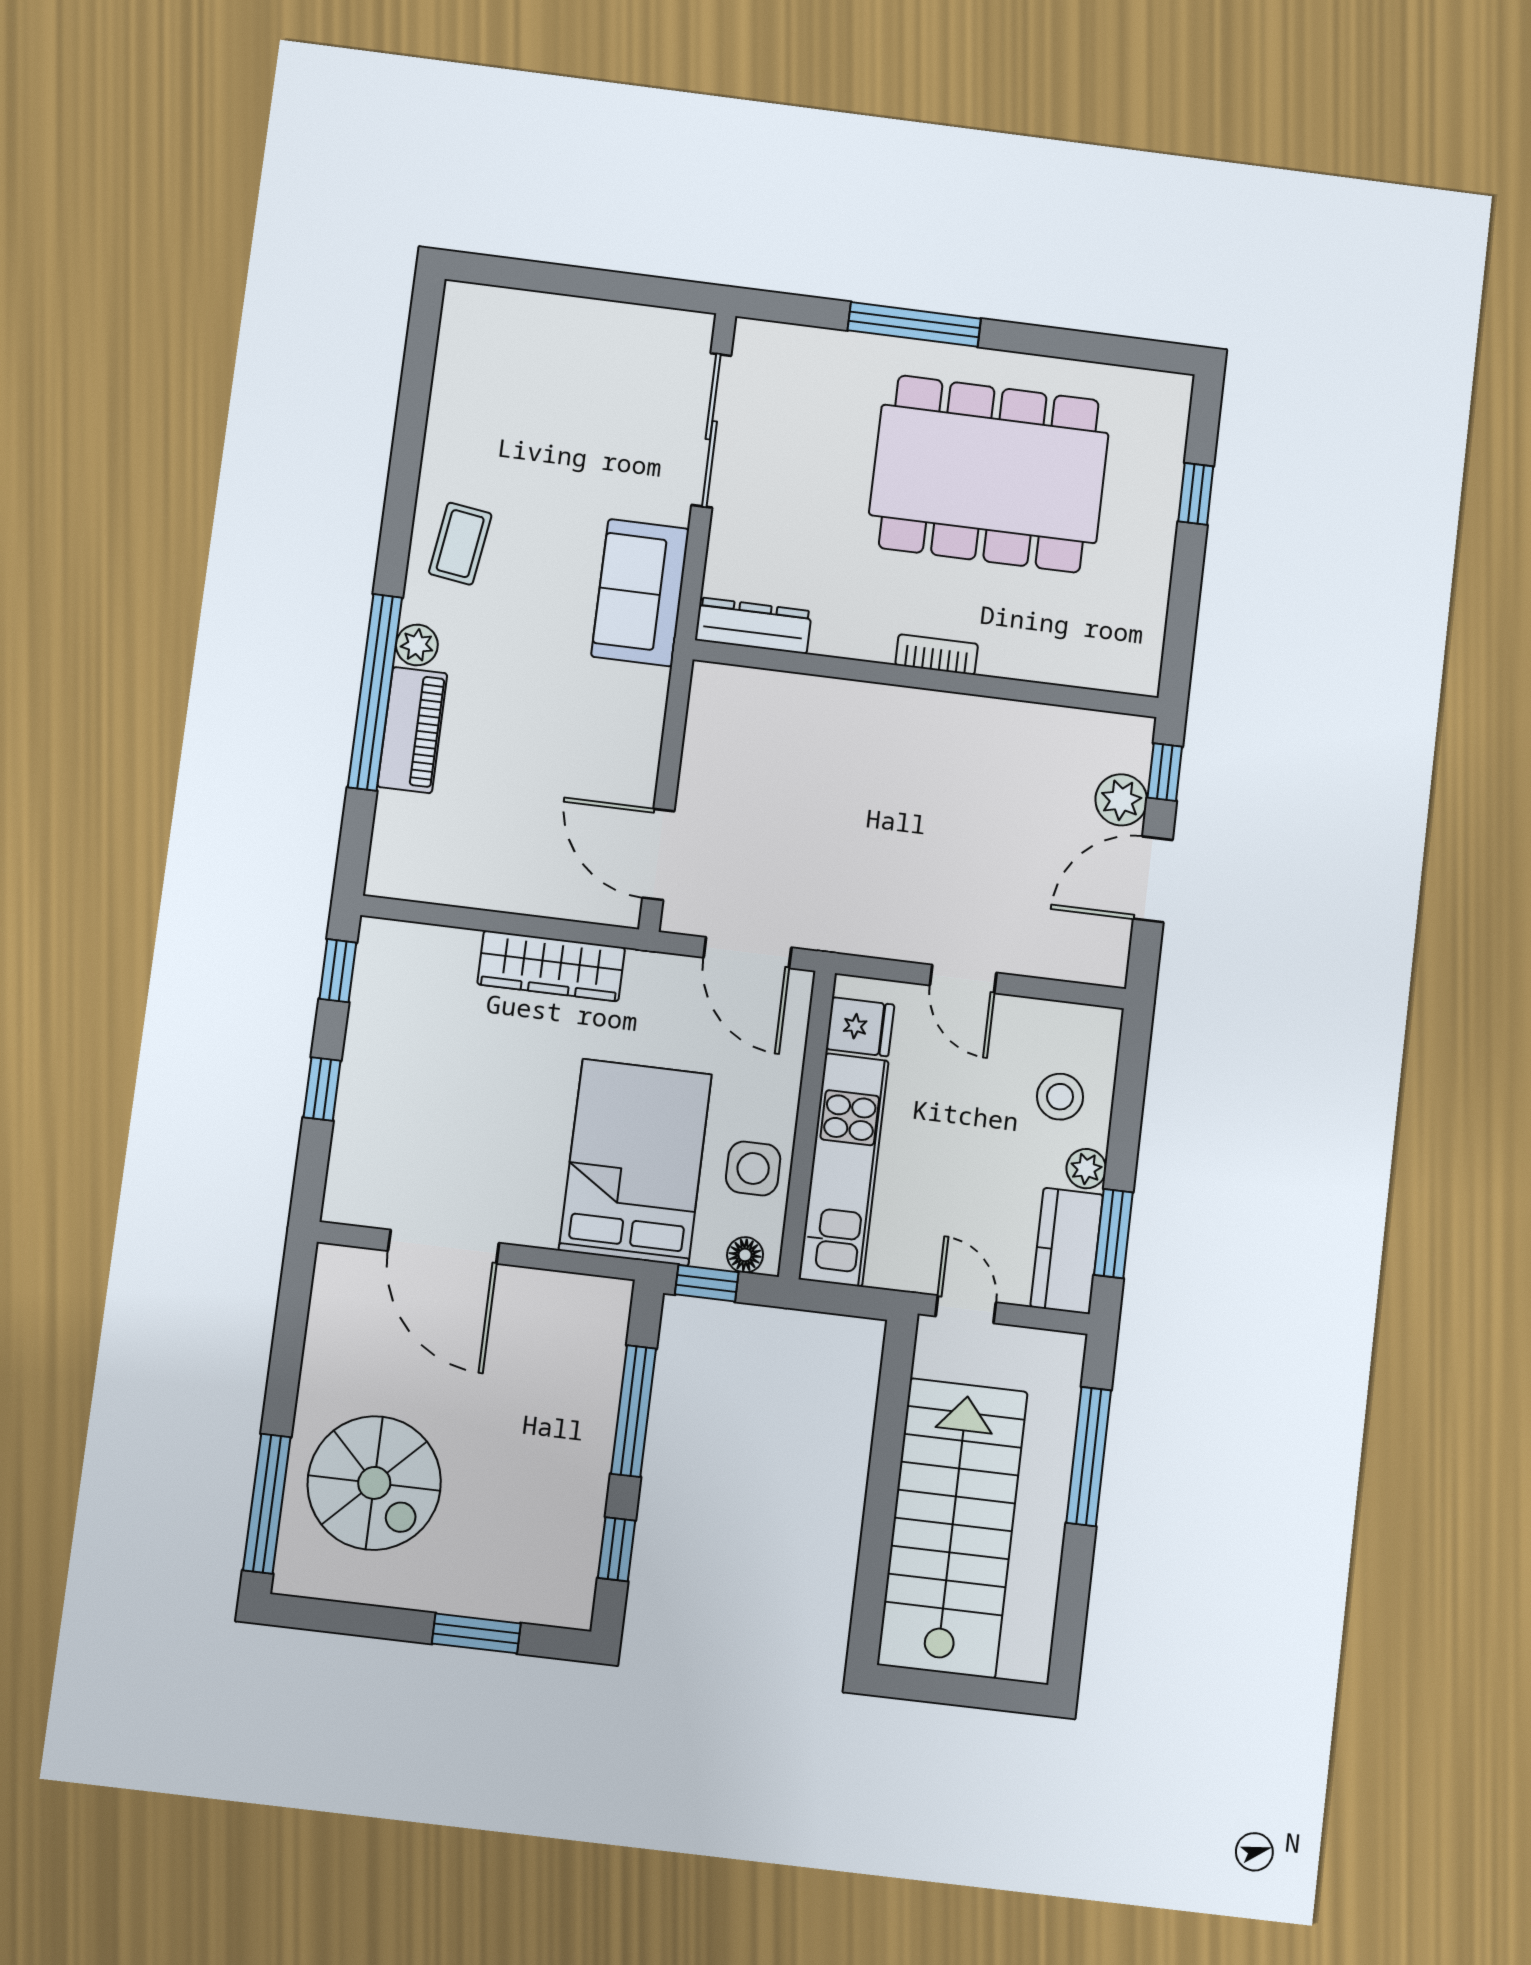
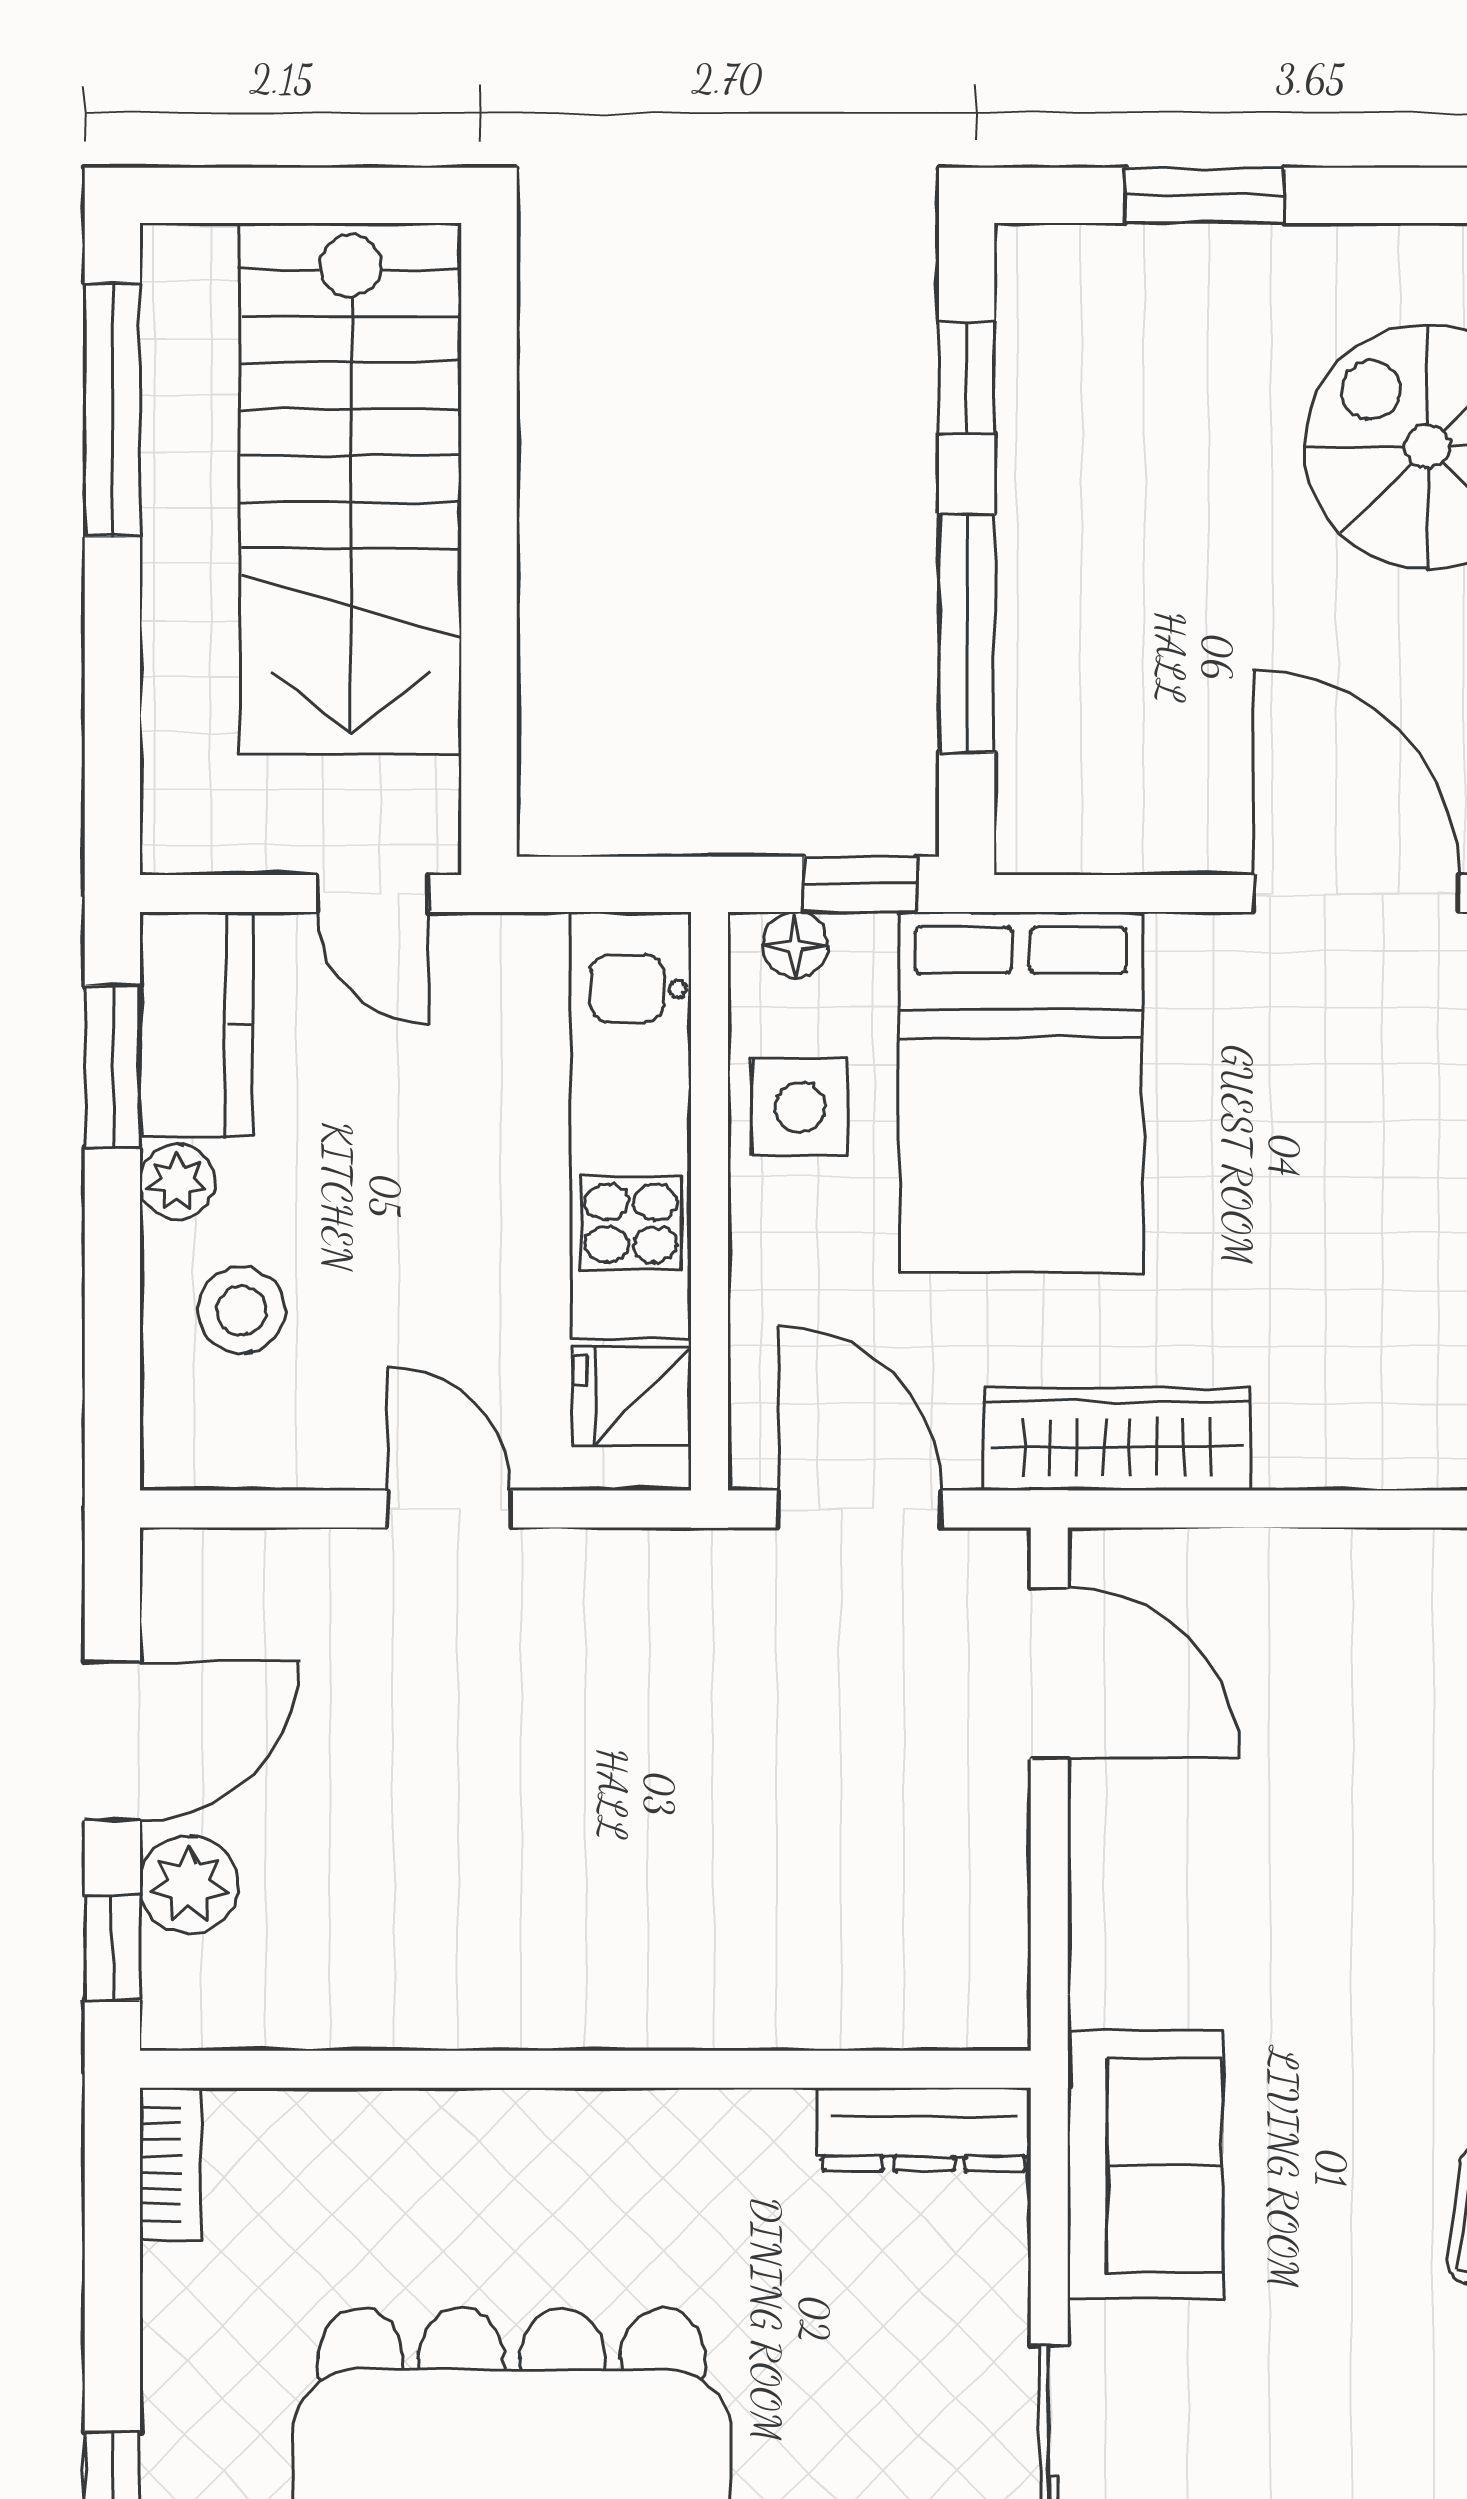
bookcase: (937, 655) -> (170, 2164), moved, turned -90
wardrobe: (551, 966) -> (1117, 1439), moved
window: (1089, 1456) -> (112, 410), moved

